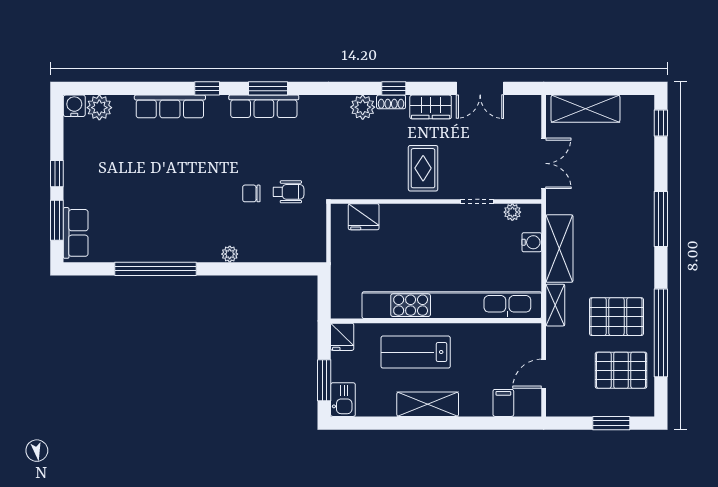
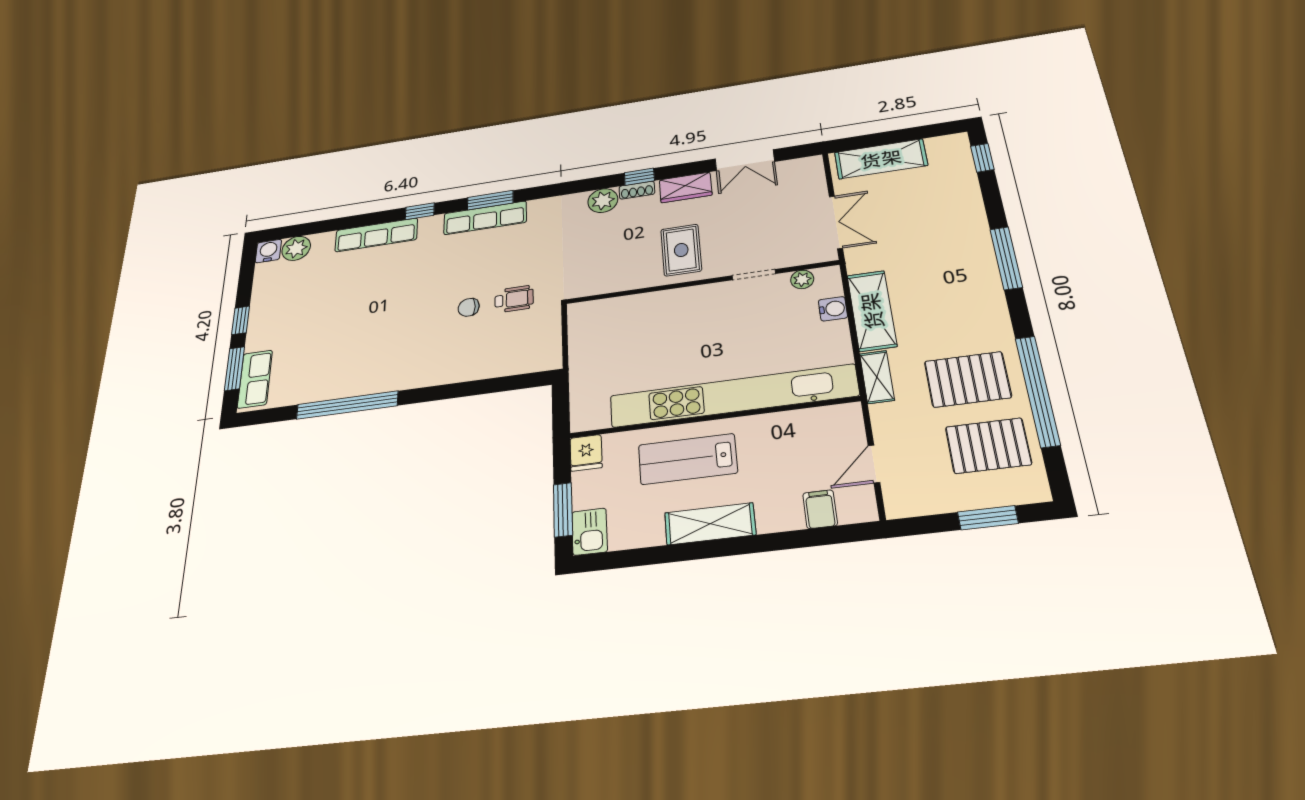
fridge: (364, 217) -> (609, 312), removed
plant: (230, 254) -> (440, 376), removed

